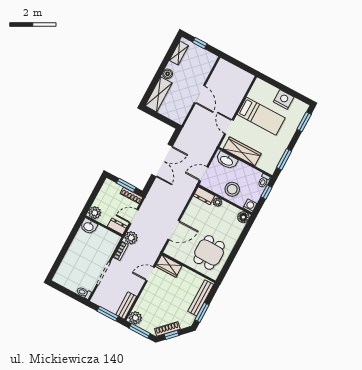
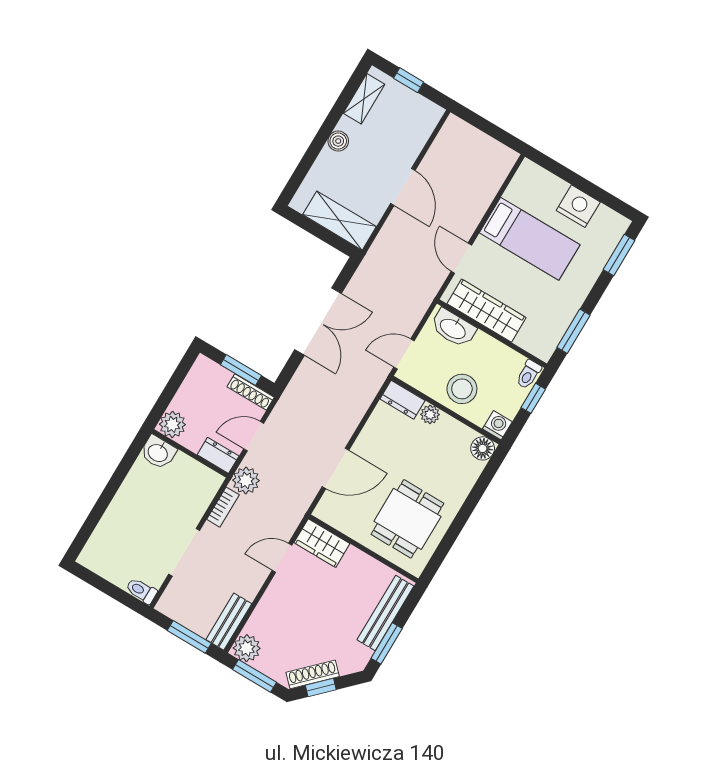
shelving: (159, 94) -> (339, 221), moved, turned 90

